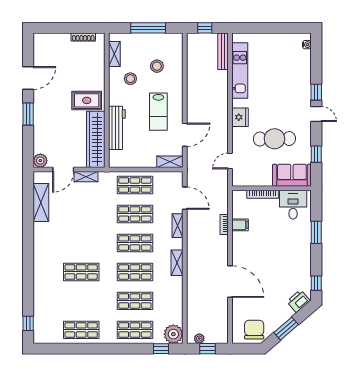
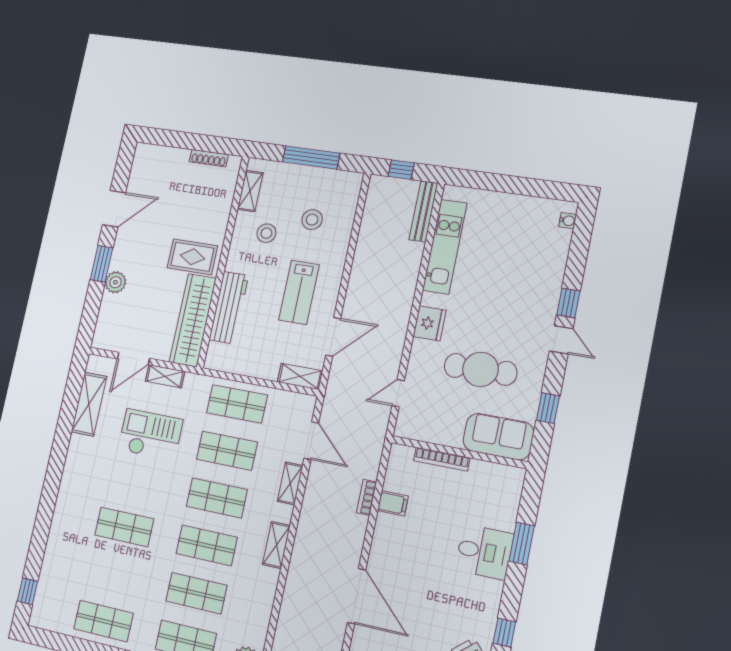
plant: (40, 161) -> (115, 282), moved
desk: (293, 205) -> (484, 552), moved, turned 90
checkout: (85, 214) -> (150, 435), added

